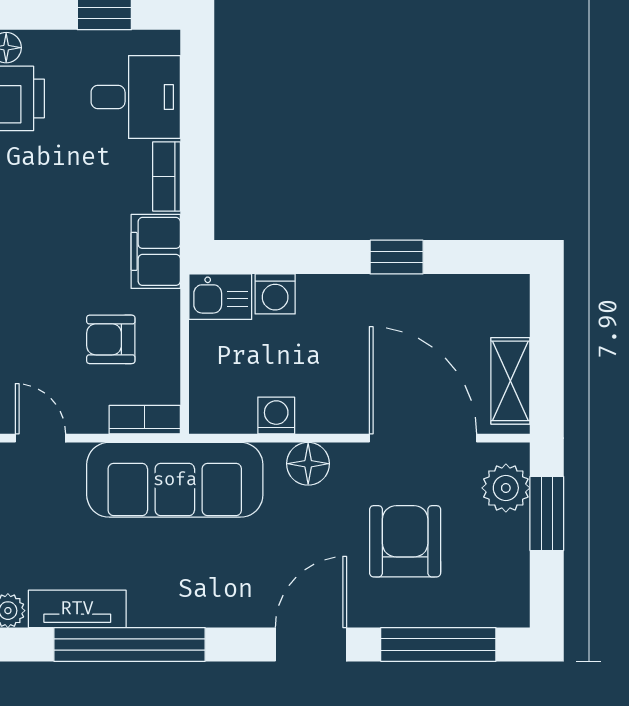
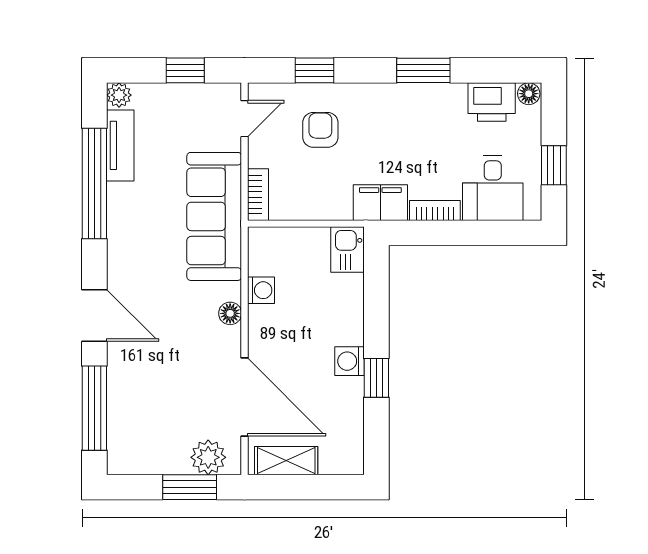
washing machine: (275, 294) -> (349, 361), moved
armchair: (111, 339) -> (320, 130), moved
door: (423, 438) -> (245, 397), hinge flipped
floor lamp: (308, 464) -> (230, 313), width x0.73, depth x0.73
armchair: (405, 541) -> (169, 384), removed

